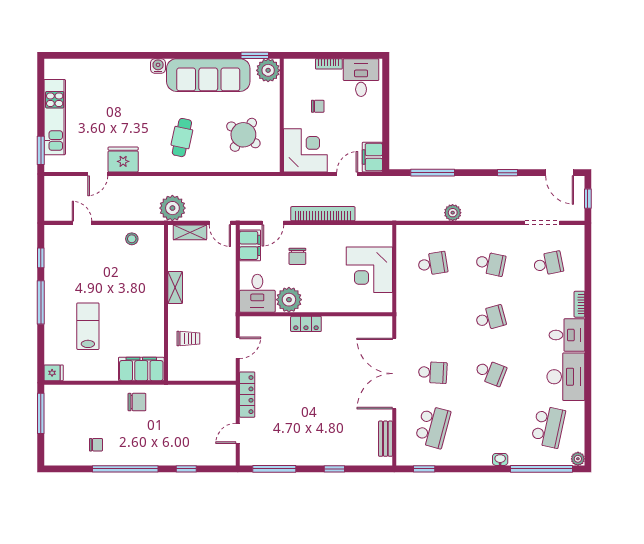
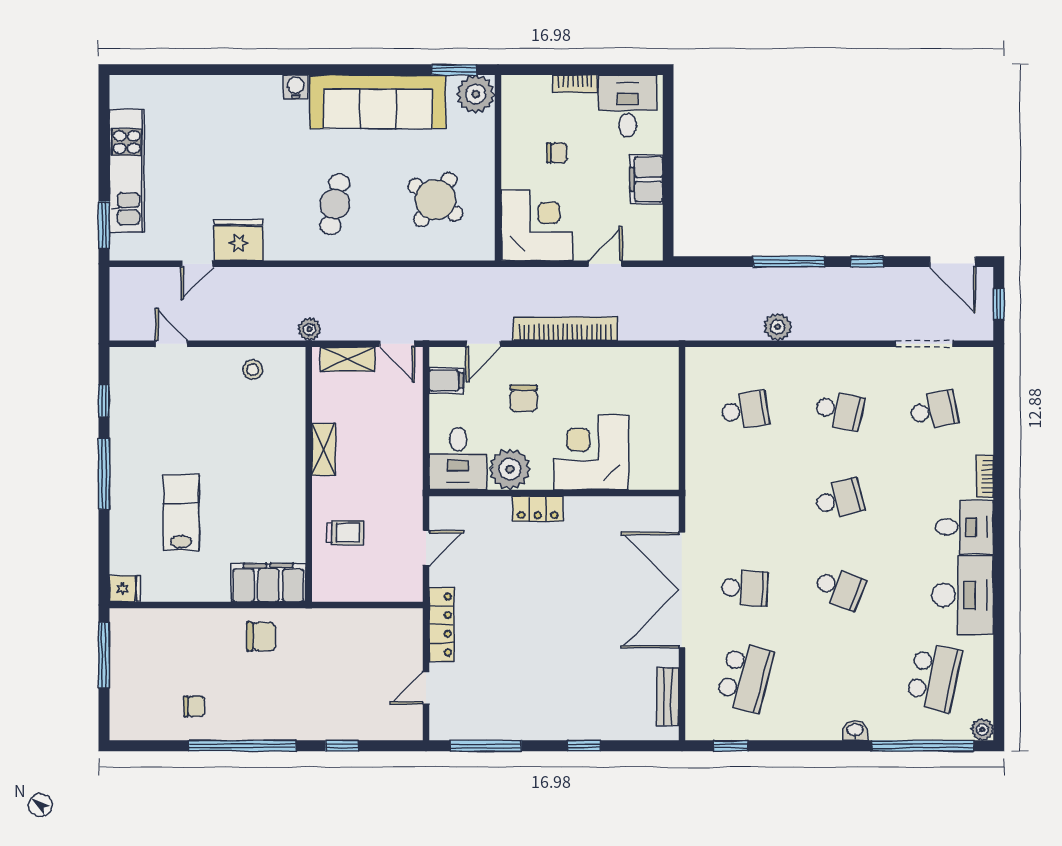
filing cabinet: (372, 157) -> (646, 179), moved
window: (433, 173) -> (789, 262), moved
plant: (172, 208) -> (309, 329), width x0.53, depth x0.53
filing cabinet: (250, 245) -> (446, 380), width x0.50
corner desk: (369, 270) -> (591, 452), moved, turned 90

